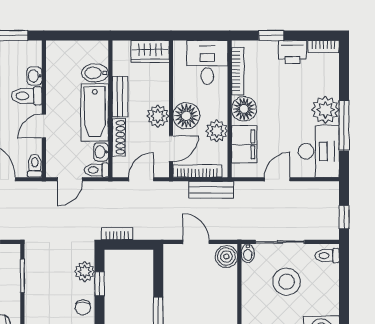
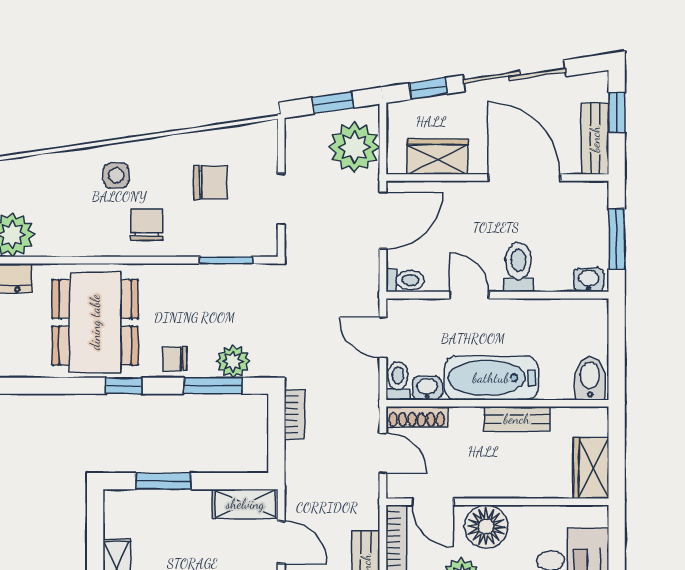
bidet: (95, 73) -> (590, 378), moved
washbasin: (34, 76) -> (589, 280), moved
plant: (158, 116) -> (486, 480), removed
shoe rack: (119, 137) -> (417, 417), moved
door: (196, 242) -> (281, 542), hinge flipped
shelving: (172, 264) -> (245, 504), added
window: (100, 284) -> (213, 386), width x1.50

